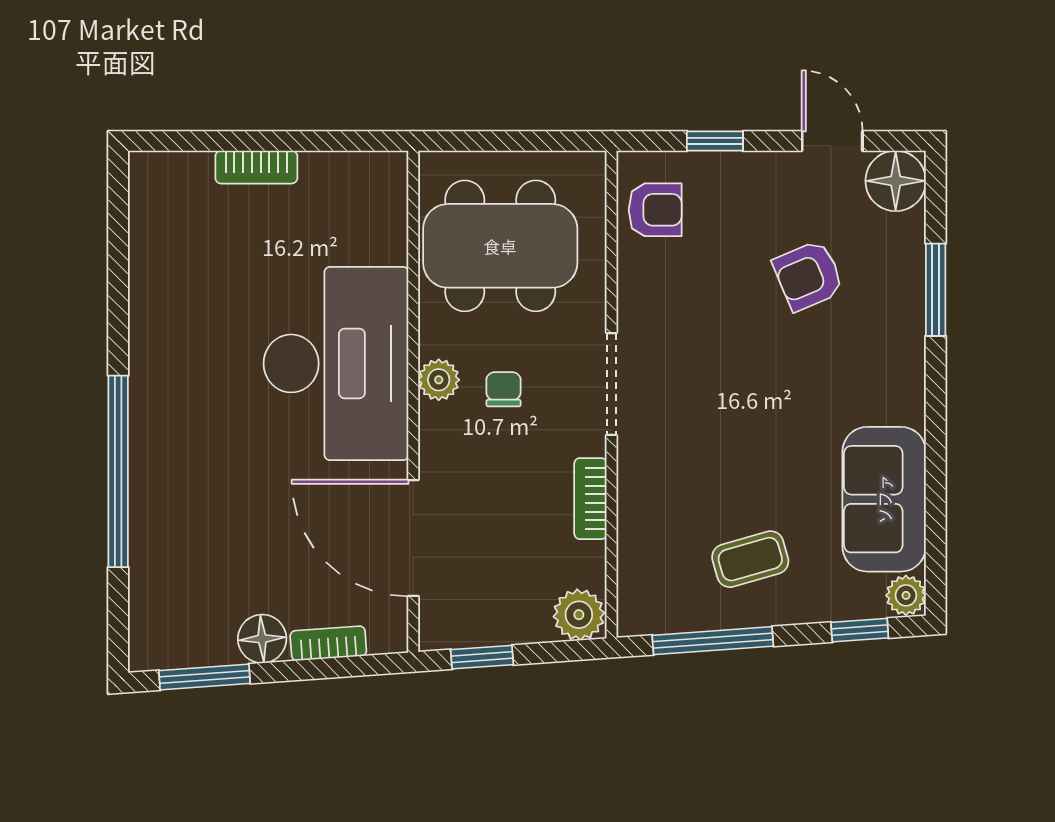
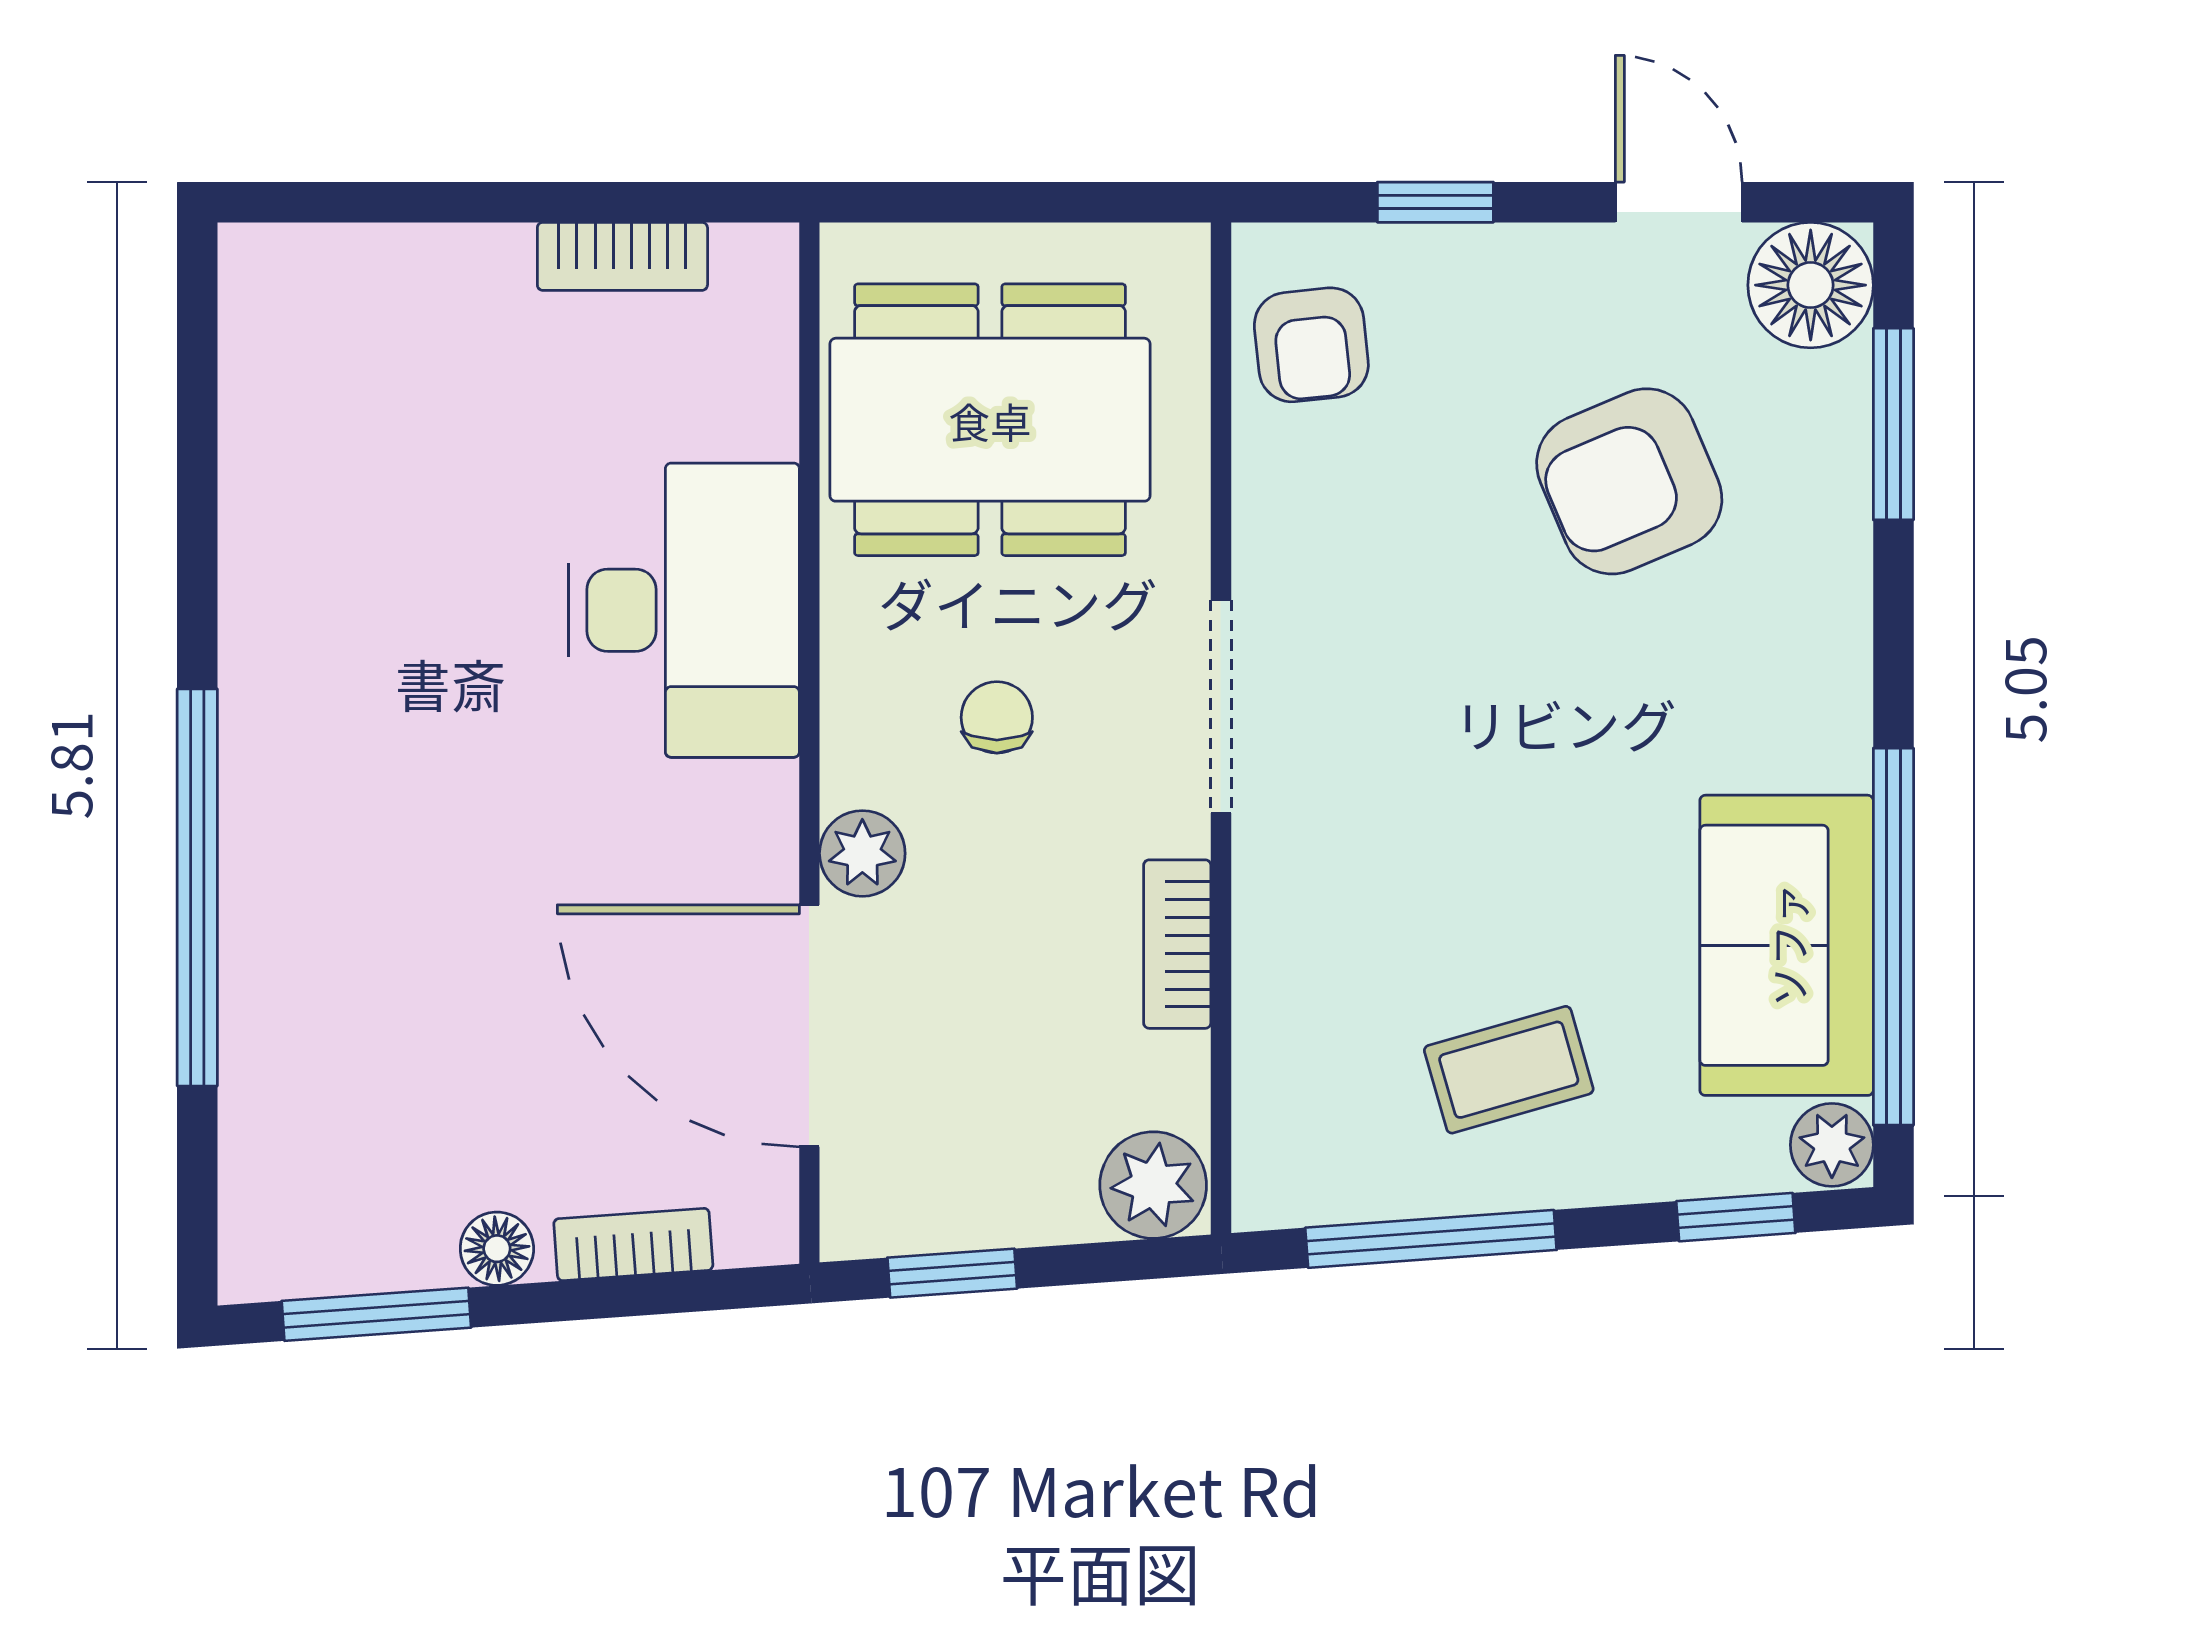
bookcase: (256, 167) -> (622, 256), moved
armchair: (655, 210) -> (1311, 345), turned 84
armchair: (808, 276) -> (1629, 481), width x1.38, depth x1.38
window: (936, 290) -> (1893, 424), moved
desk: (336, 363) -> (684, 610), width x0.73, depth x0.77
plant: (439, 380) -> (862, 853), moved
window: (936, 495) -> (1893, 937), added
floor lamp: (262, 639) -> (497, 1249), width x0.73, depth x0.73

